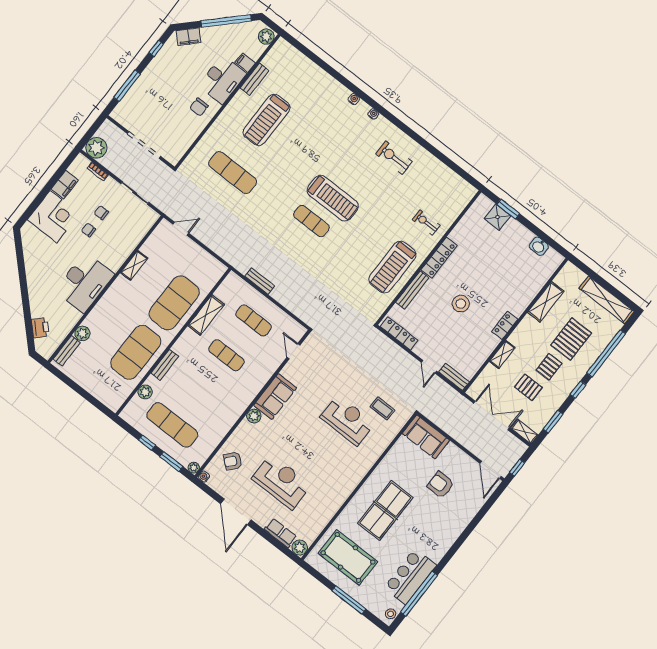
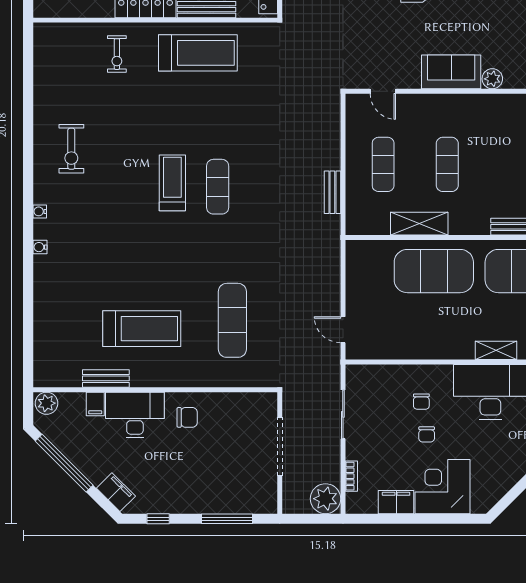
treadmill: (333, 198) -> (172, 183), width x0.73, depth x0.73
chair: (101, 213) -> (421, 402), moved
shelving: (134, 265) -> (496, 350), moved
door: (293, 351) -> (383, 91), hinge flipped

